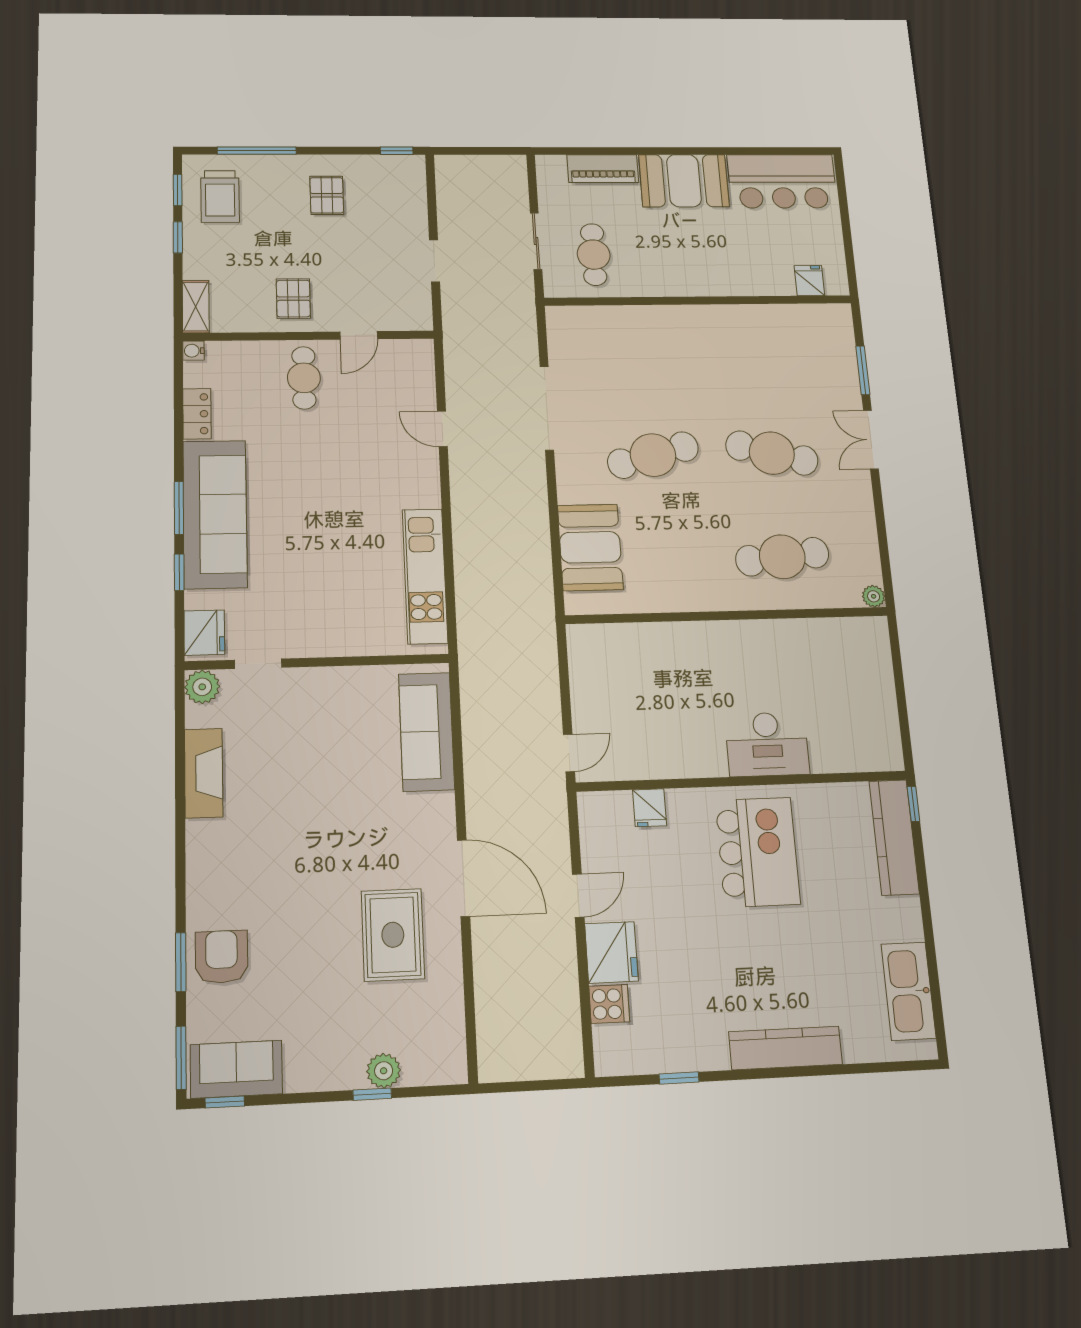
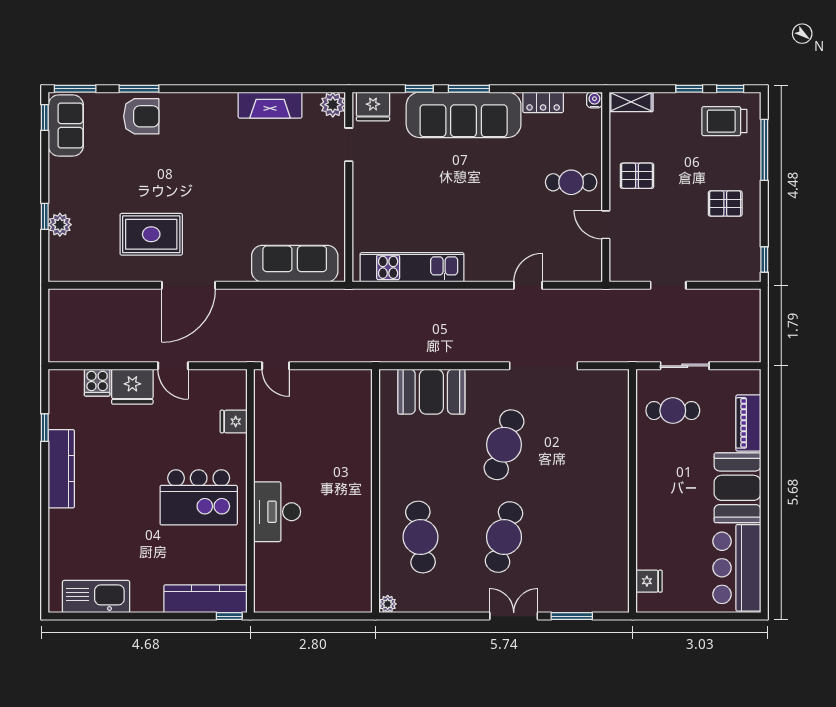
cafe table: (653, 455) -> (504, 445), turned 33
kitchen counter: (785, 1048) -> (61, 469), moved

